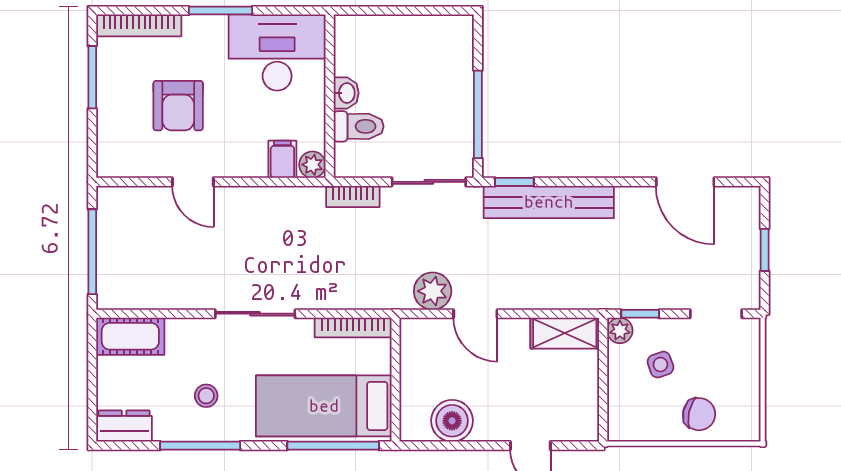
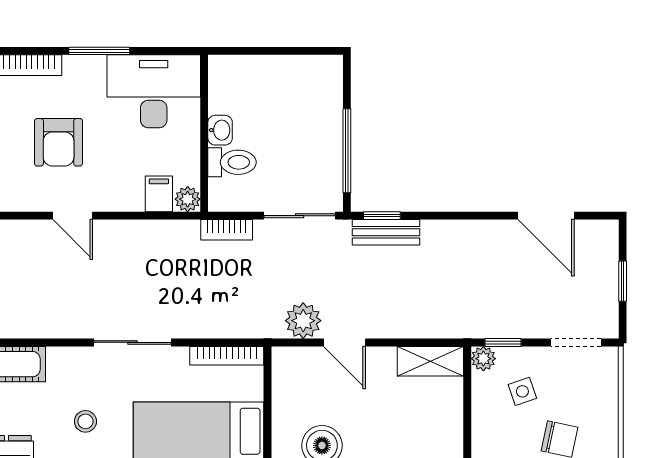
bench: (549, 202) -> (386, 232), width x0.54, depth x0.82

